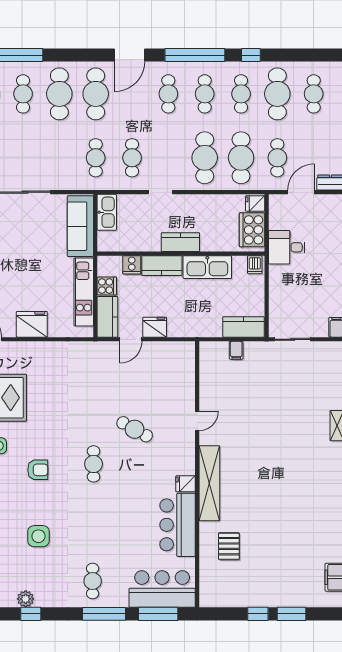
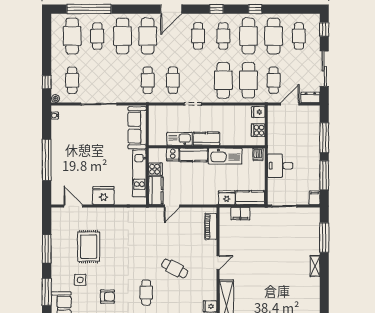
window: (195, 55) -> (216, 9), width x0.32
cafe table: (241, 94) -> (248, 36), width x1.37, depth x1.35
kitchen sink: (107, 212) -> (180, 139), moved, turned -90
cooker: (252, 230) -> (258, 130), width x0.53, depth x0.76
desk: (287, 247) -> (280, 166), moved
fridge: (155, 327) -> (227, 198), moved
filing cabinet: (236, 350) -> (240, 214), width x2.00
piano: (187, 369) -> (211, 226), added

